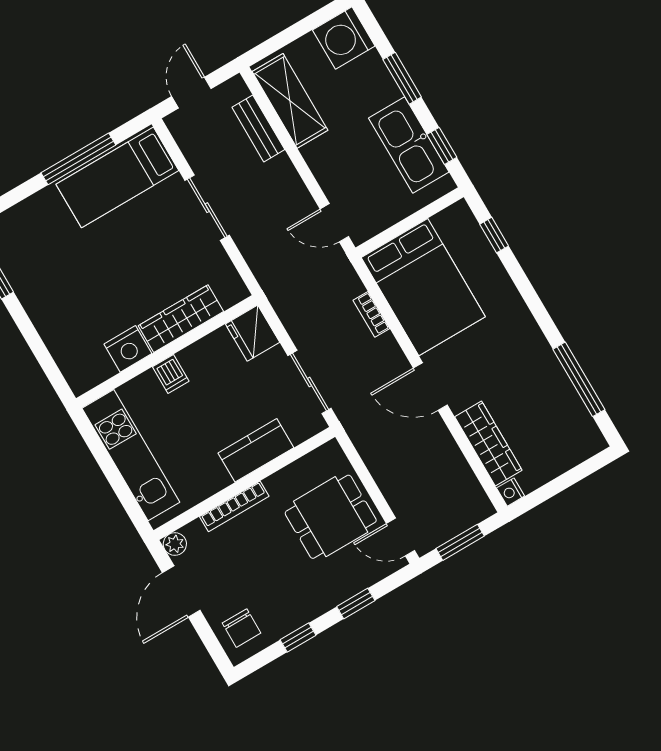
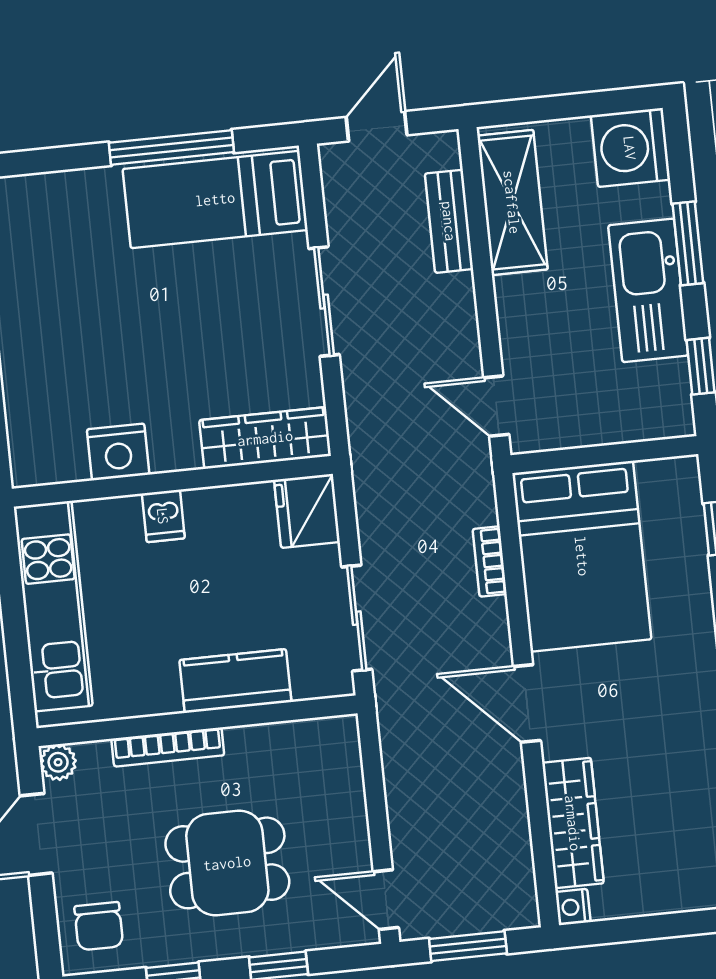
kitchen sink: (409, 145) -> (648, 290), moved
wardrobe: (181, 319) -> (265, 438), moved
dining table: (331, 517) -> (227, 863), moved

